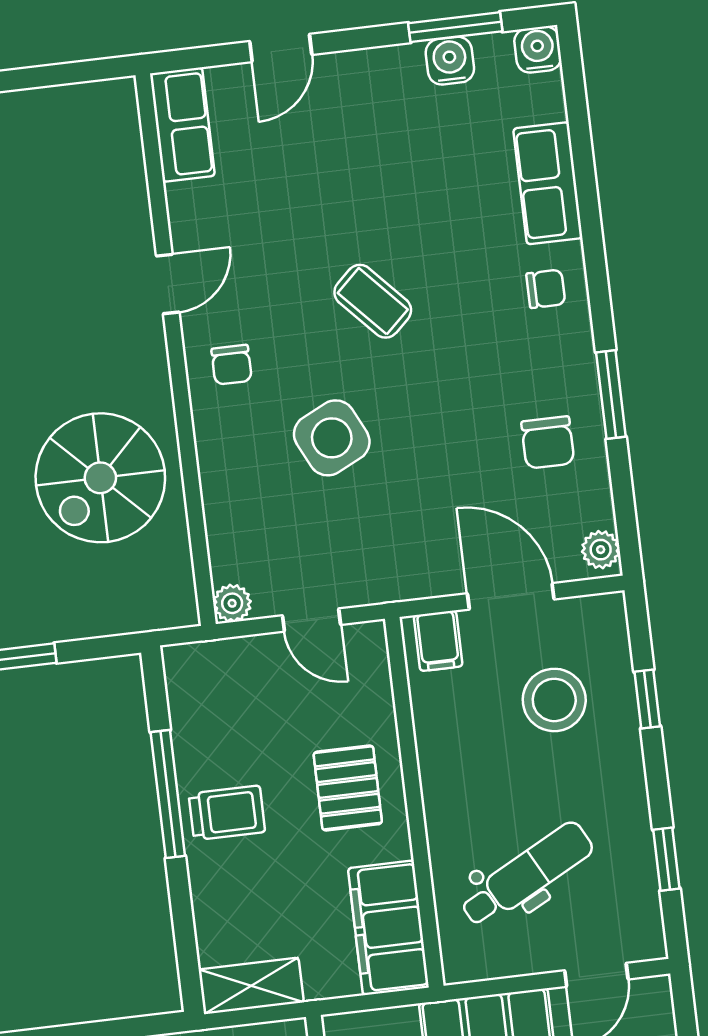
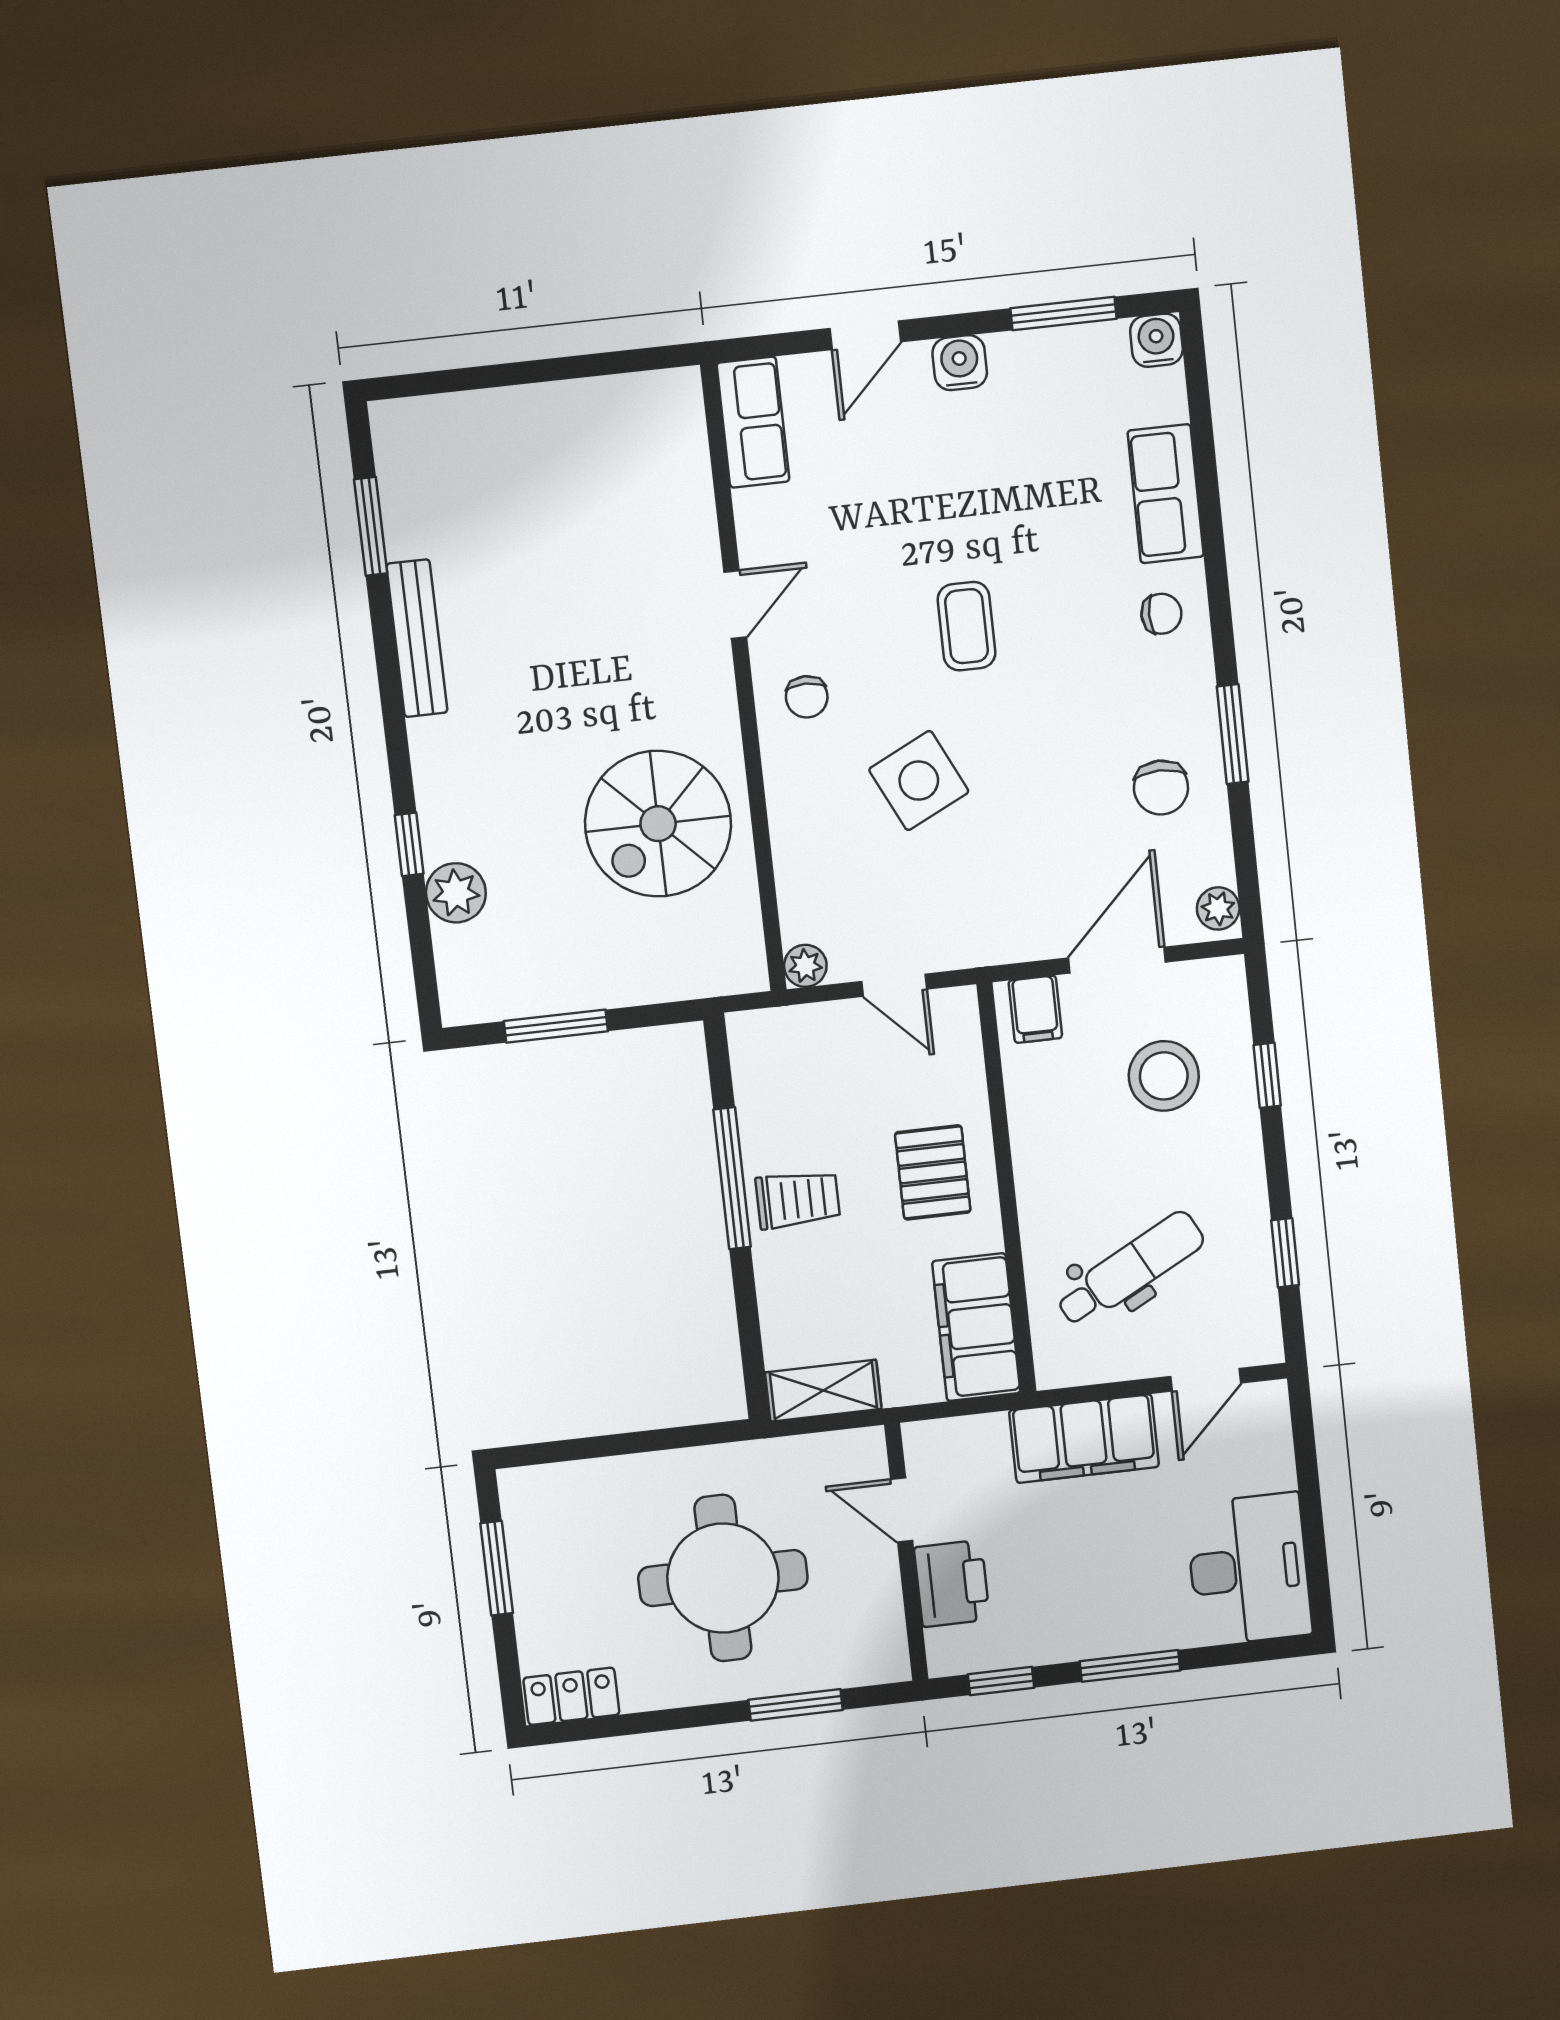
water cooler: (450, 61) -> (960, 363), moved
coffee table: (373, 301) -> (967, 626), turned 43
door: (511, 596) -> (1117, 960), hinge flipped

